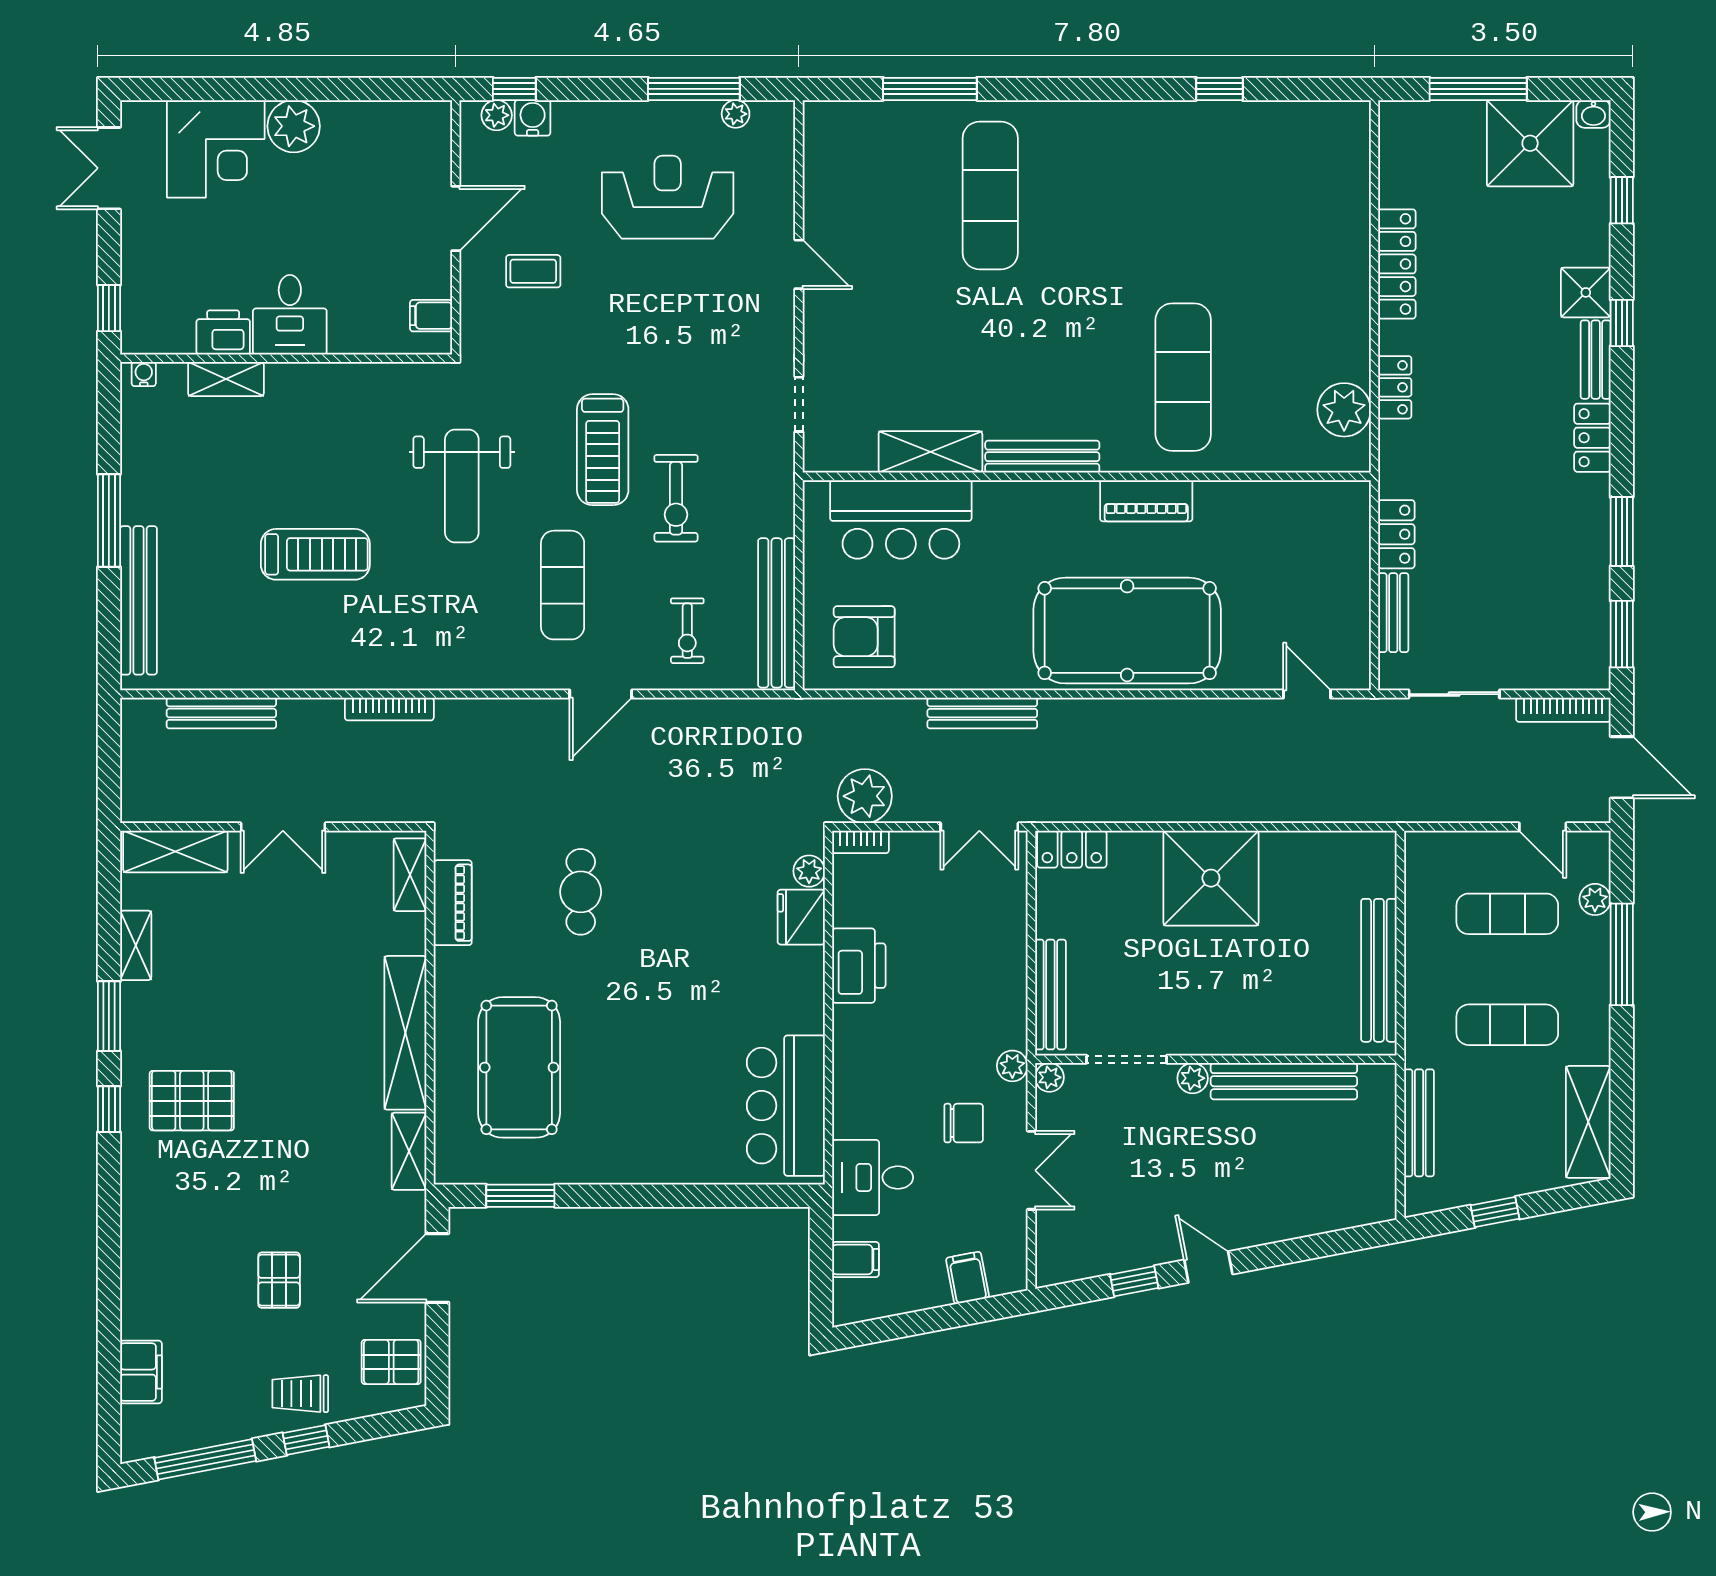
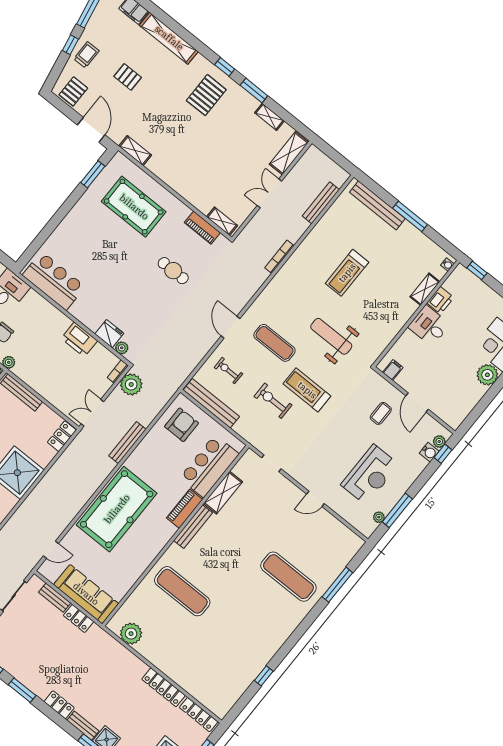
locker: (1395, 387) -> (199, 715), moved, width x1.53
piano: (1146, 501) -> (185, 509), moved
sofa: (1338, 558) -> (86, 594), added
shelving: (405, 1033) -> (169, 38), moved

